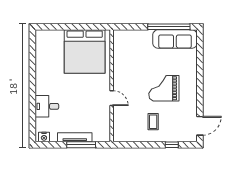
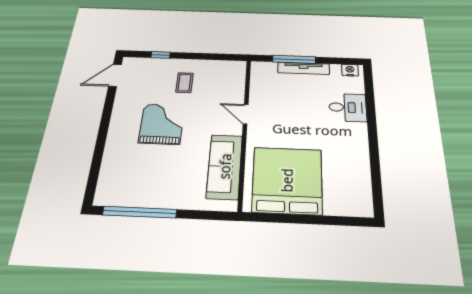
sofa: (175, 39) -> (225, 166), moved, turned -90
grand piano: (164, 88) -> (162, 124), turned -90

